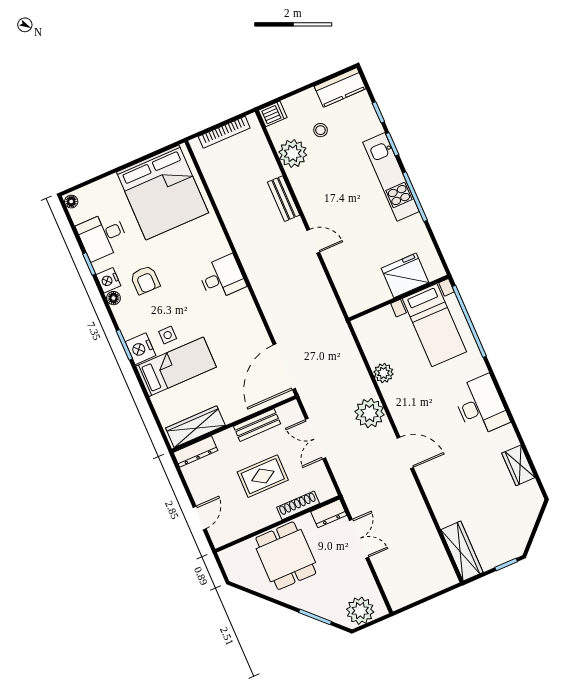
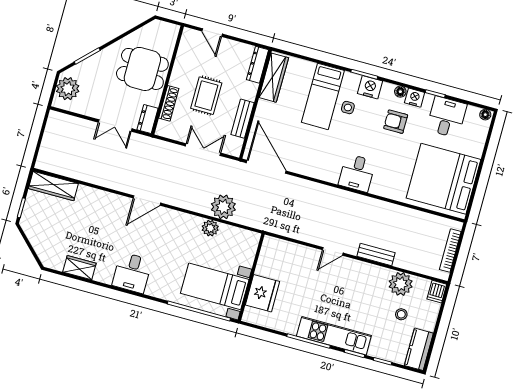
nightstand: (140, 349) -> (370, 87), moved
desk: (481, 406) -> (132, 273), width x0.73
plant: (370, 413) -> (223, 207), moved

